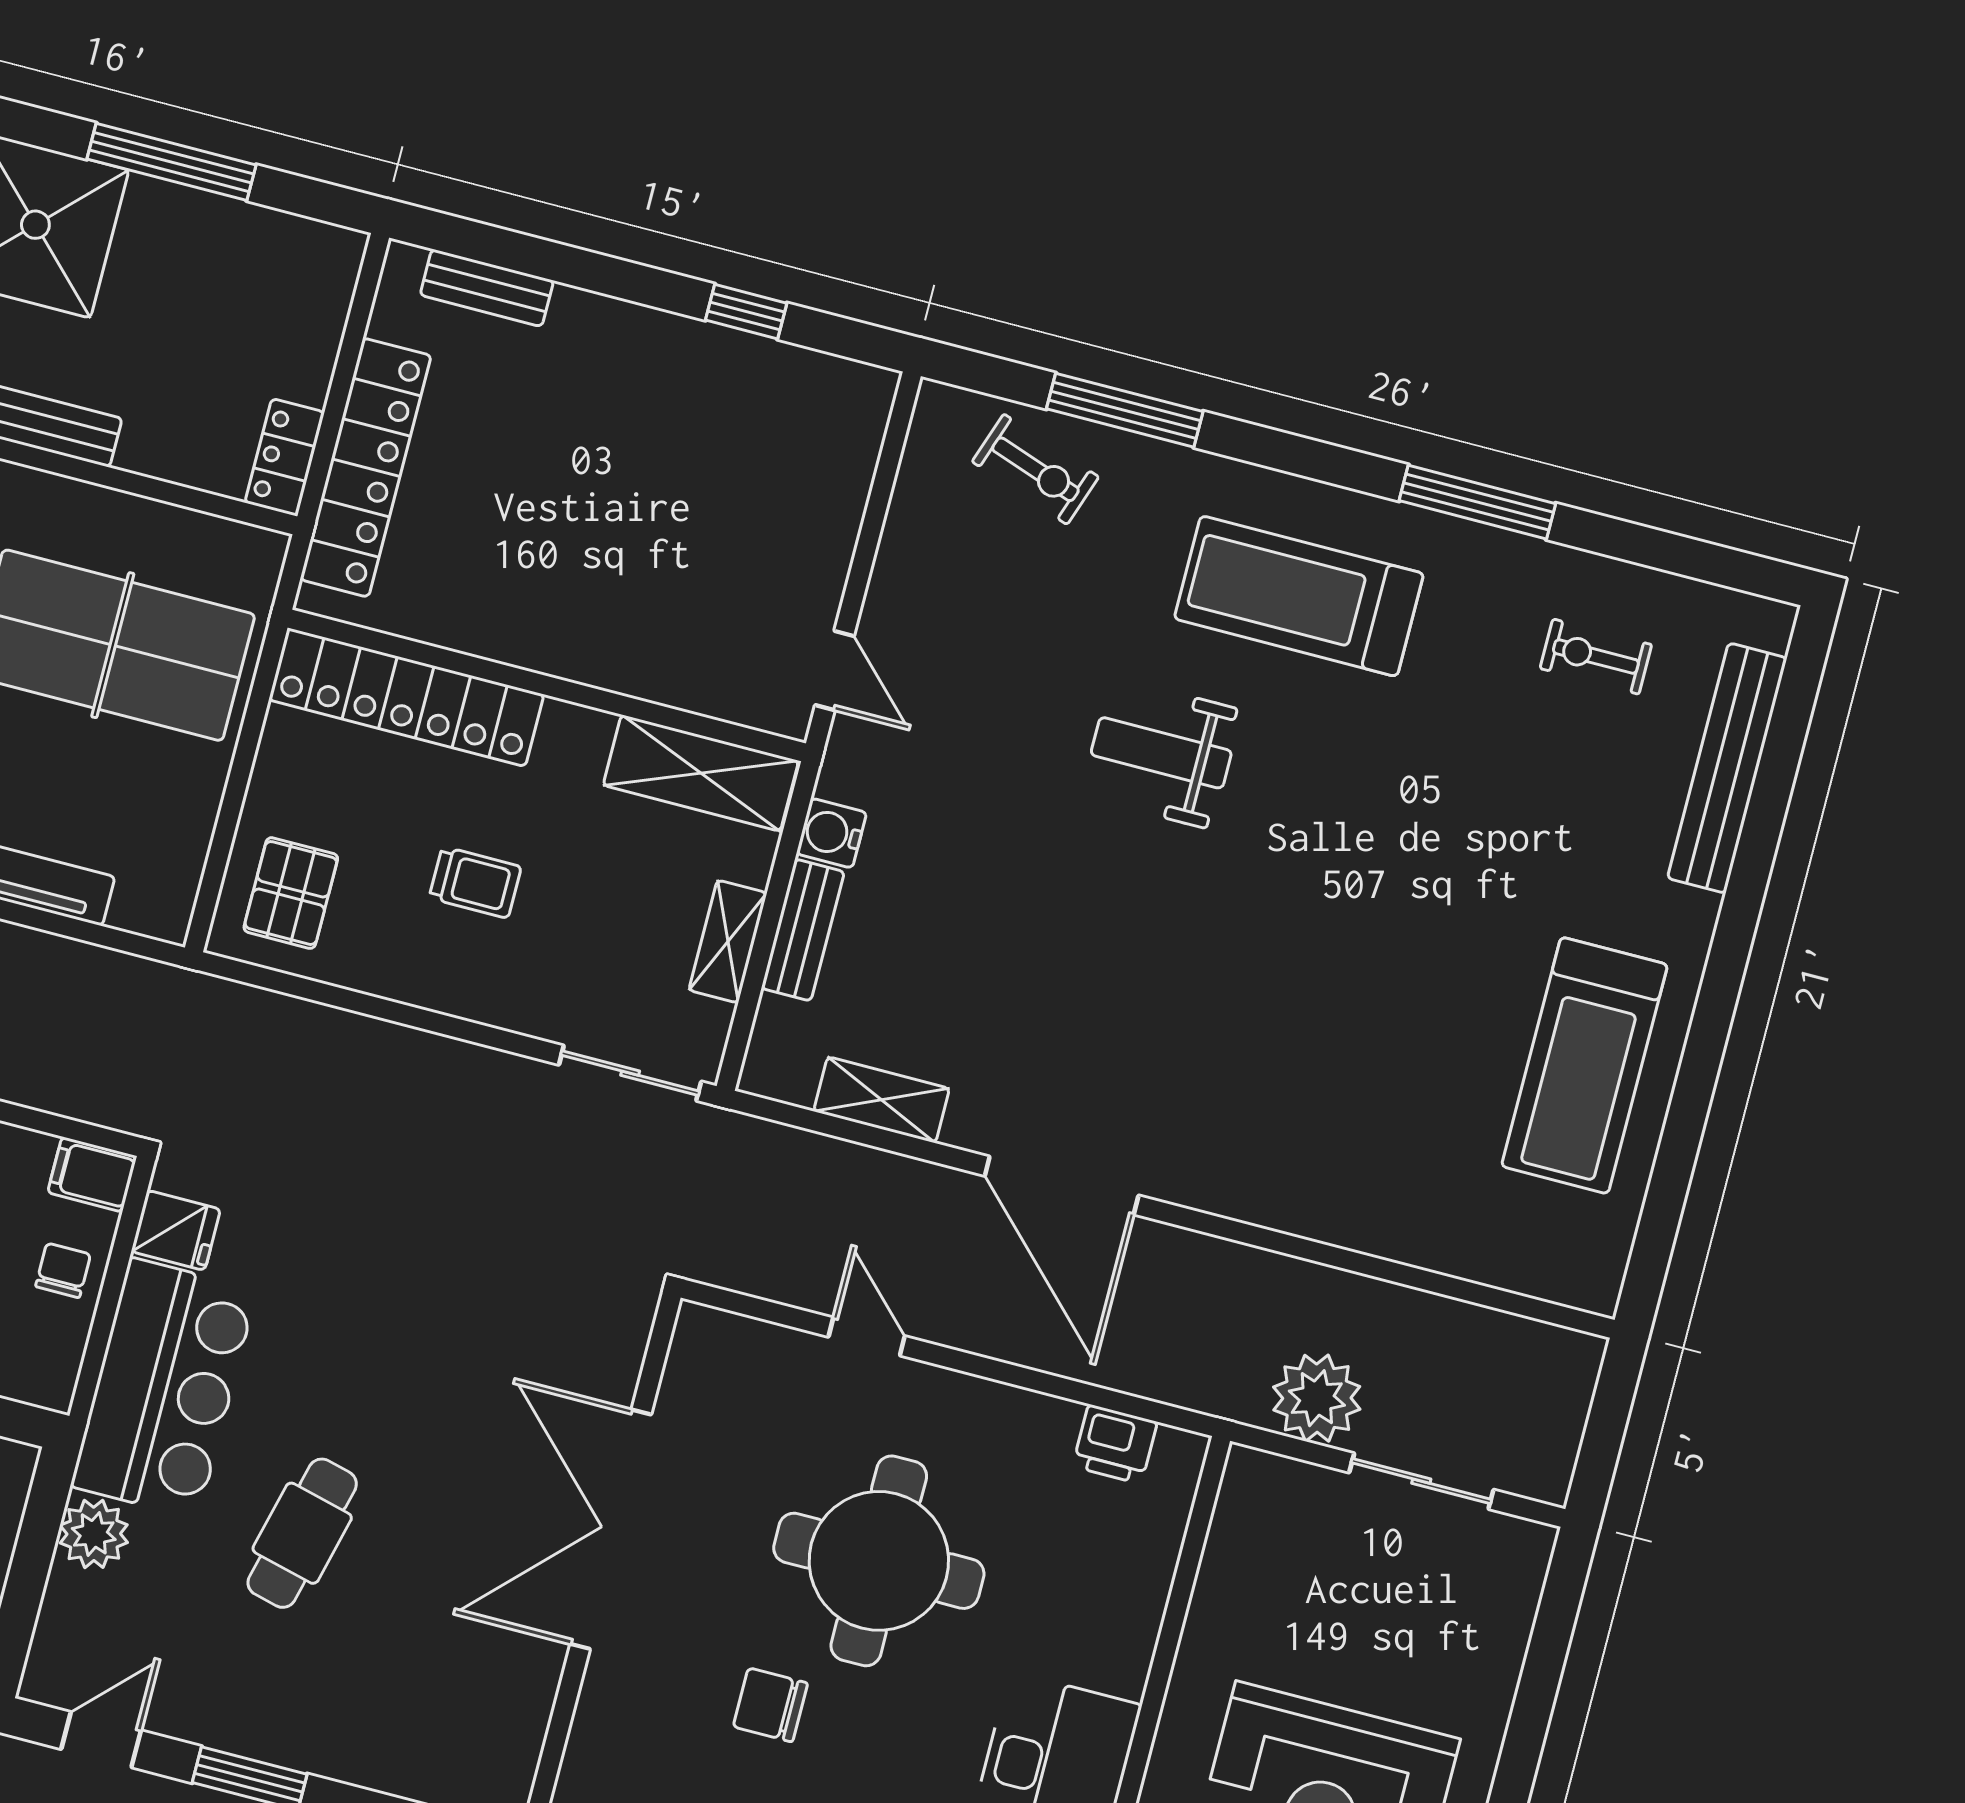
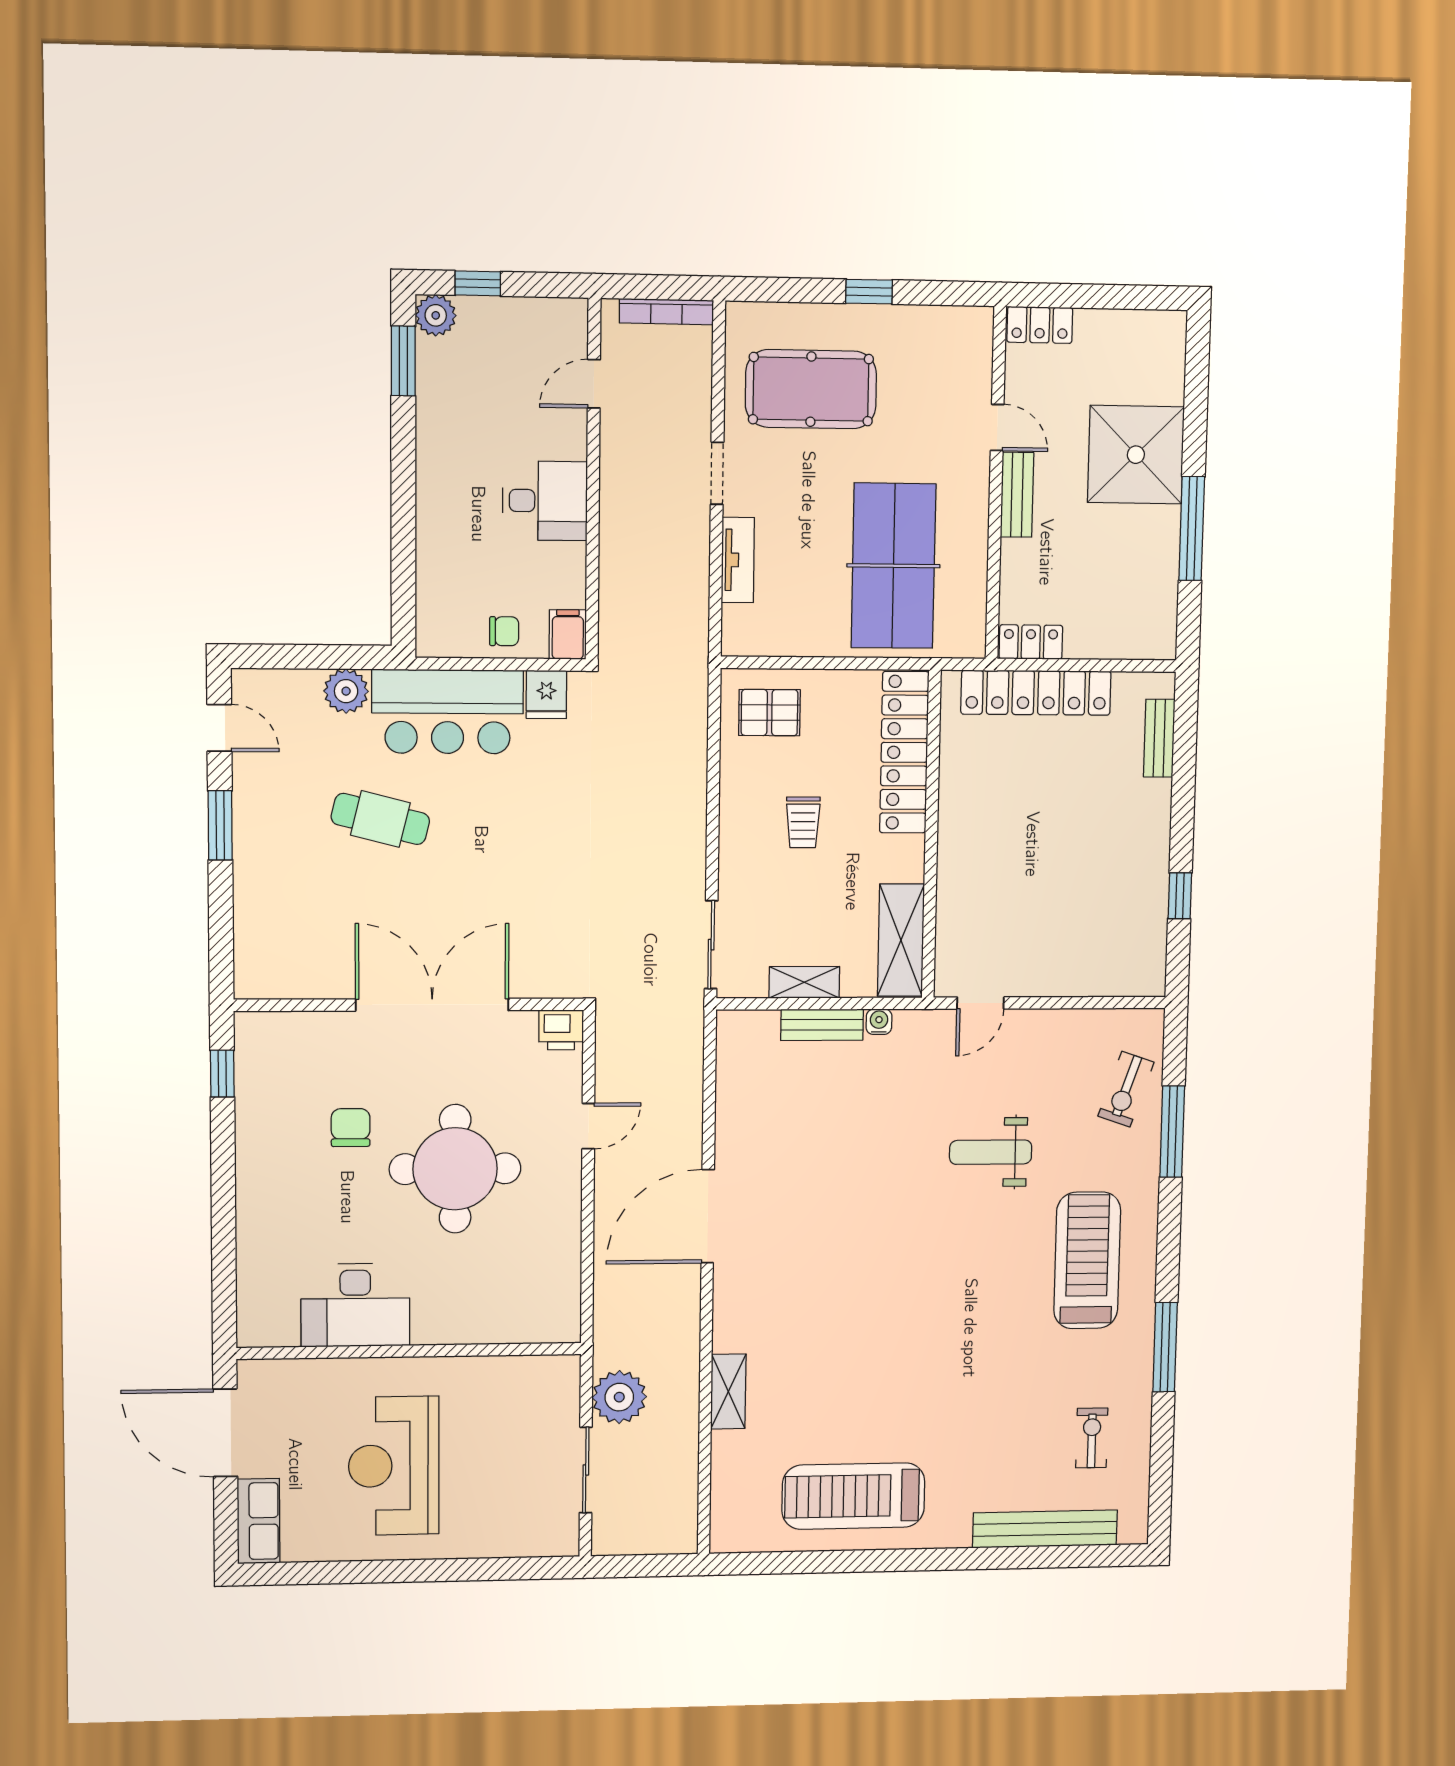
weight bench: (1161, 753) -> (991, 1152), moved, turned -90
water cooler: (832, 833) -> (879, 1022), width x0.72, depth x0.72
shelving: (882, 1100) -> (728, 1391), moved
printer: (1115, 1444) -> (561, 1030), moved, turned -90

